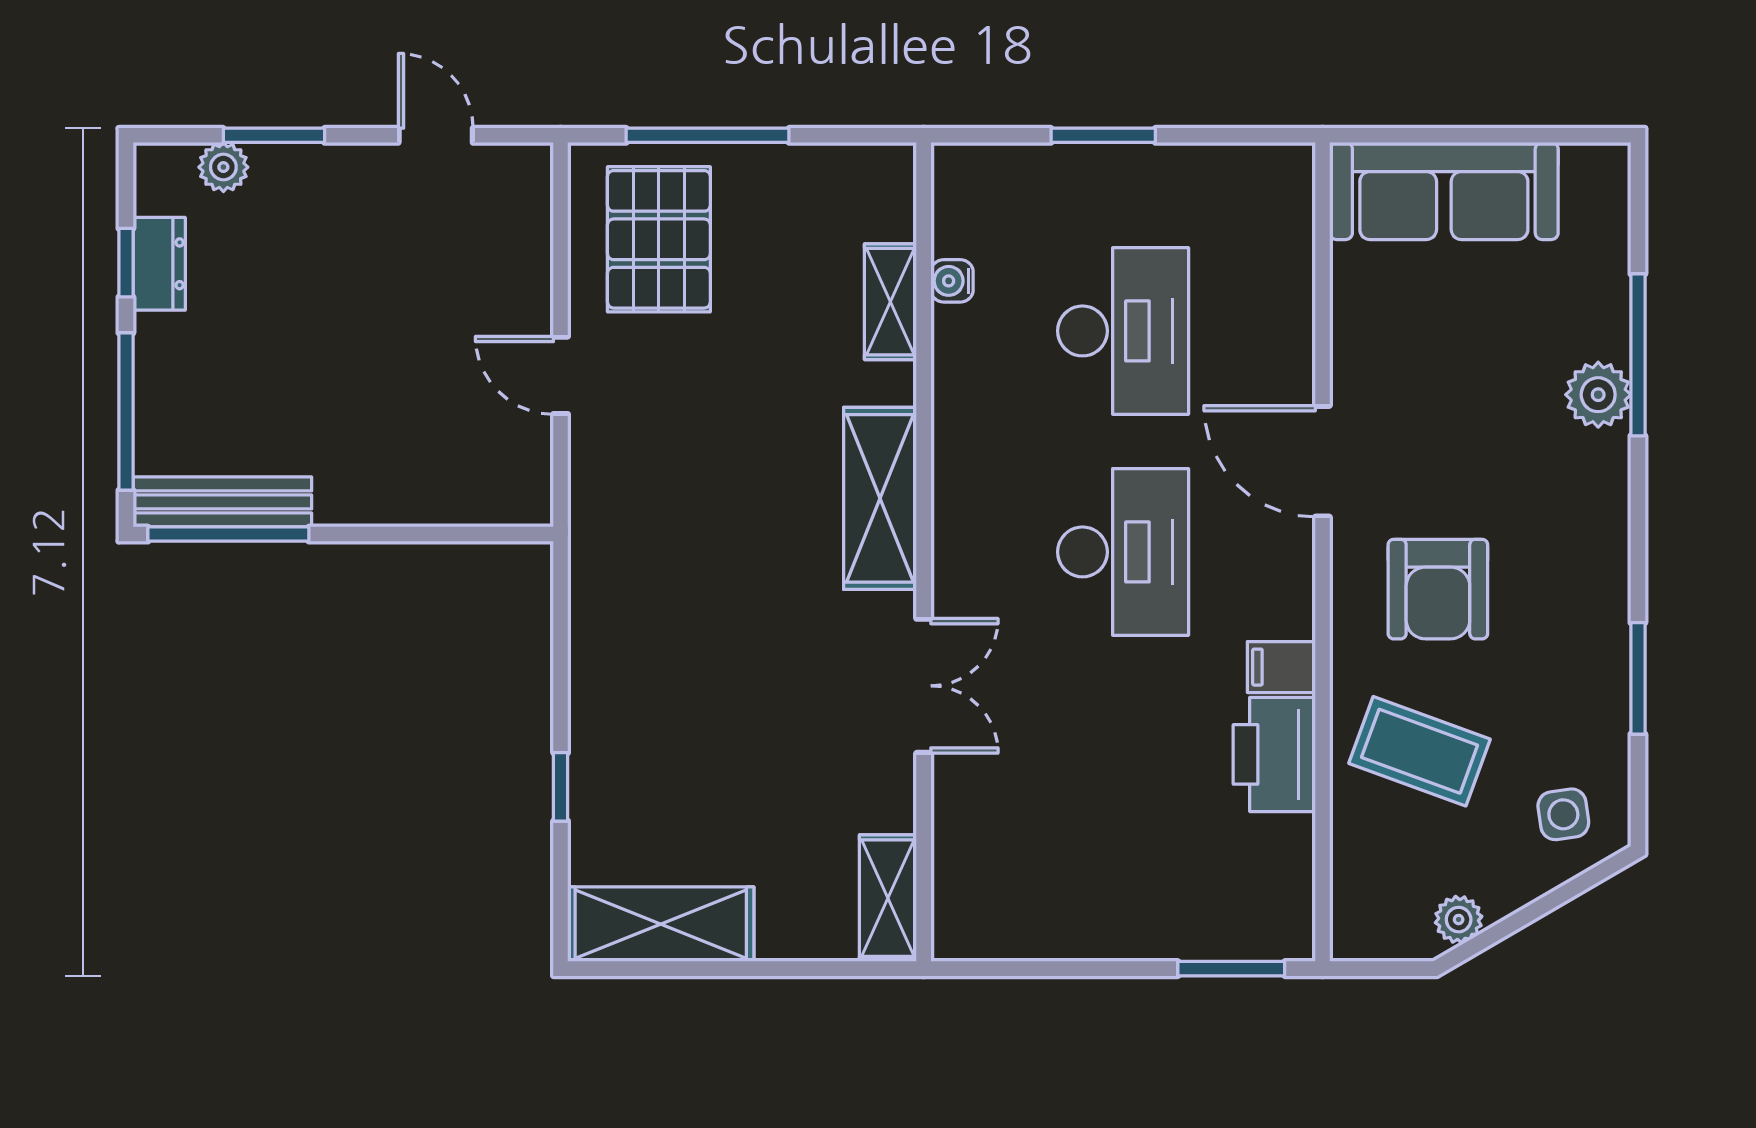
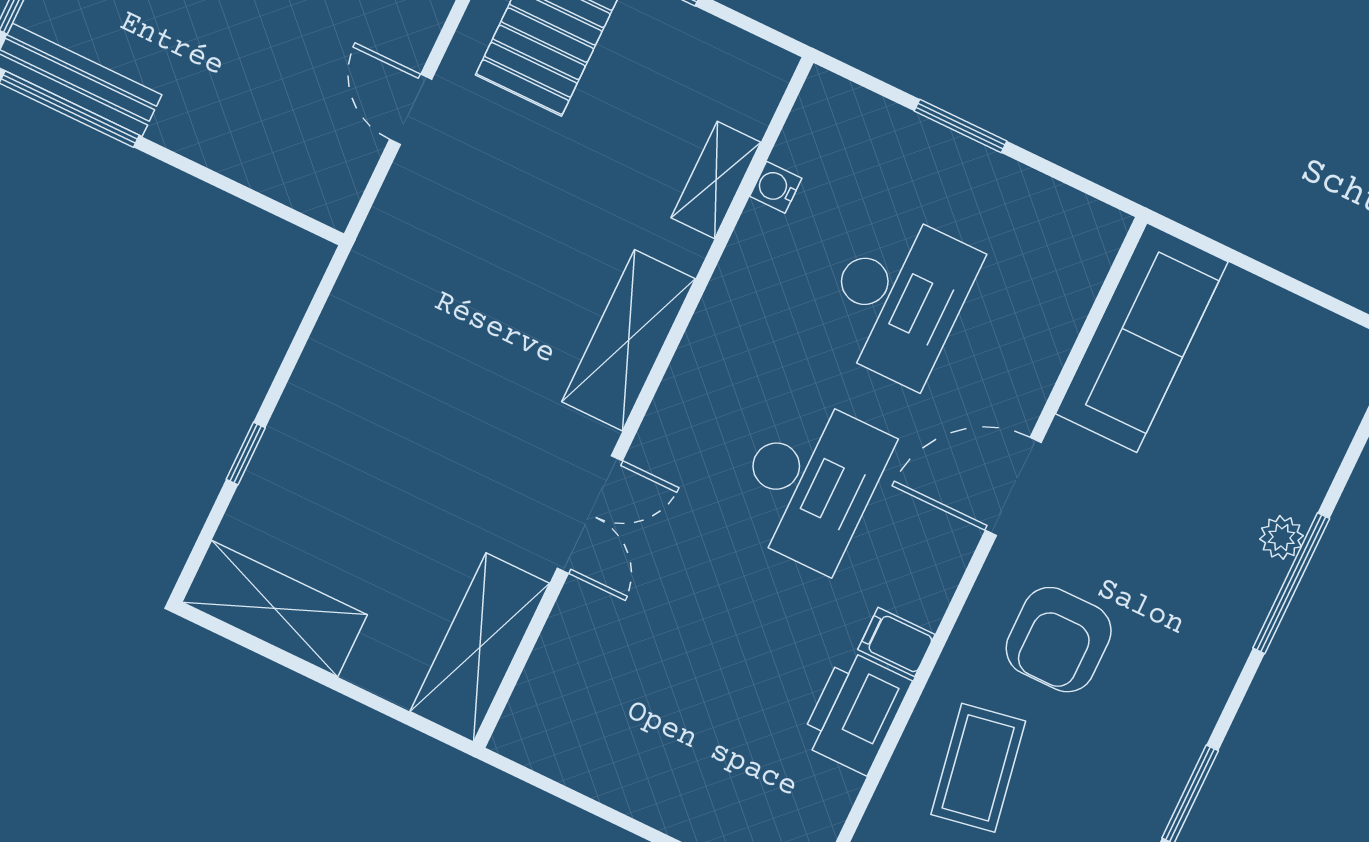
sofa: (1444, 191) -> (1142, 338), moved, turned -90
window: (1638, 355) -> (1291, 583), moved
plant: (1598, 395) -> (1281, 537), width x0.73, depth x0.73
door: (1322, 461) -> (1013, 486), hinge flipped
coffee table: (1420, 751) -> (978, 768), turned 60
shelving: (888, 898) -> (480, 647), width x1.50, depth x1.33

